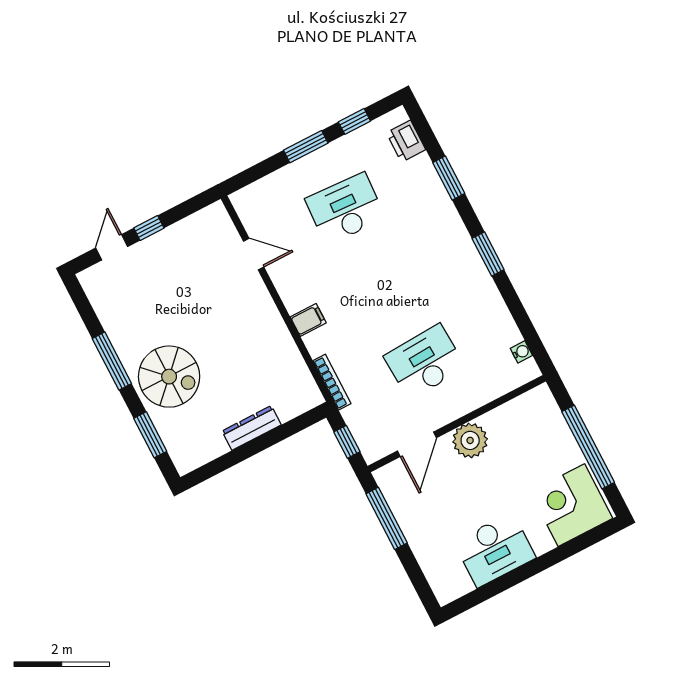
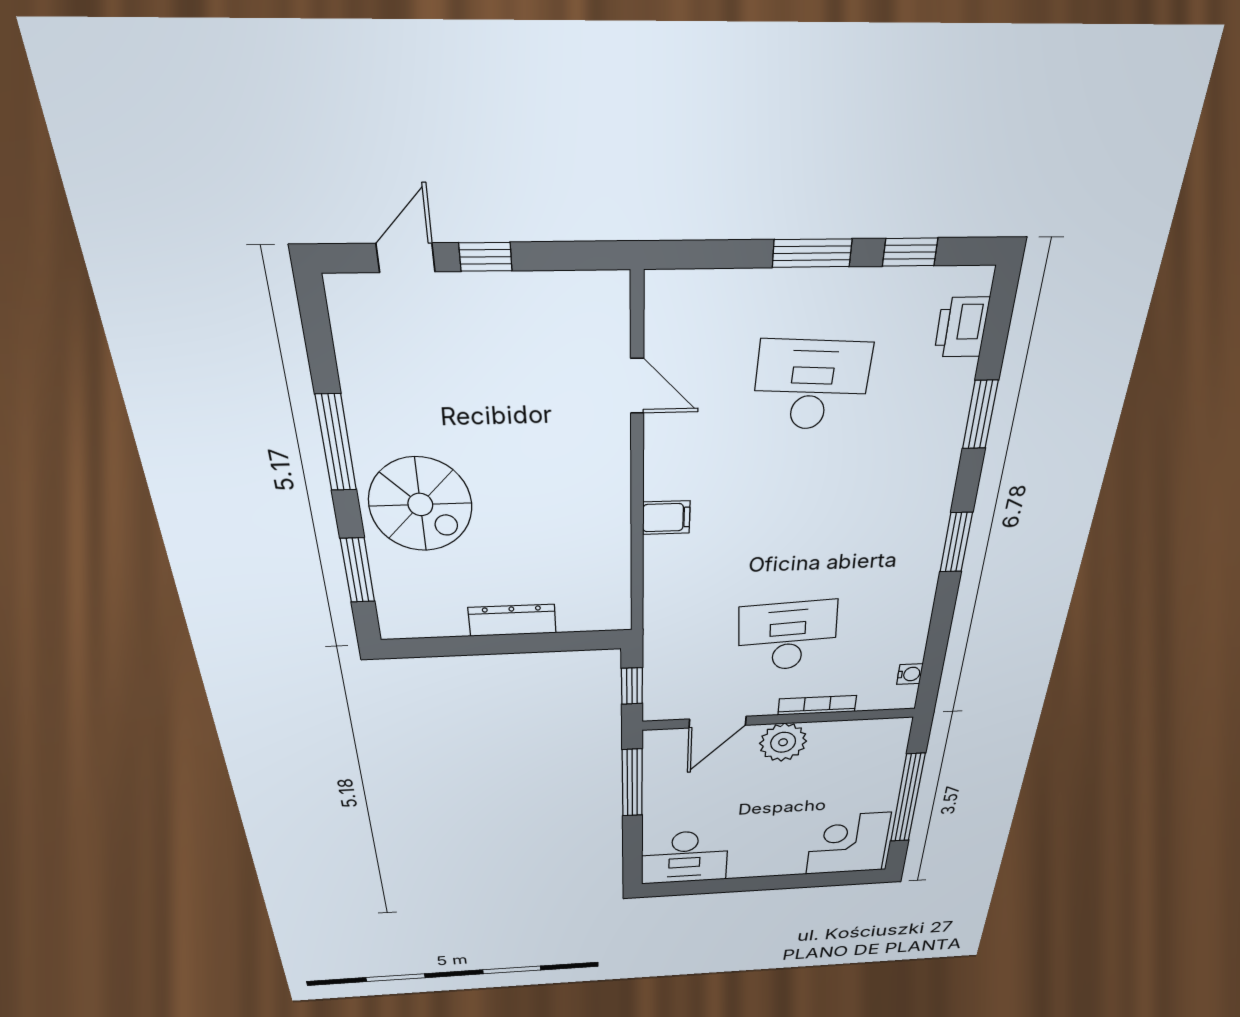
bookcase: (332, 382) -> (817, 705), moved, turned -90
desk: (495, 550) -> (685, 857), moved

